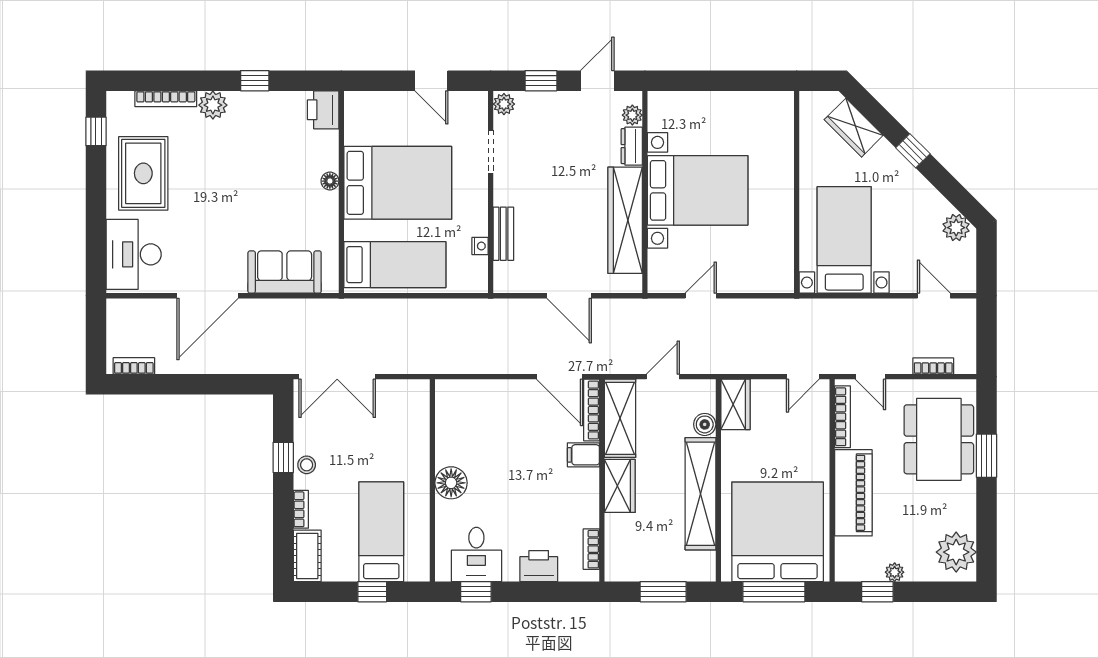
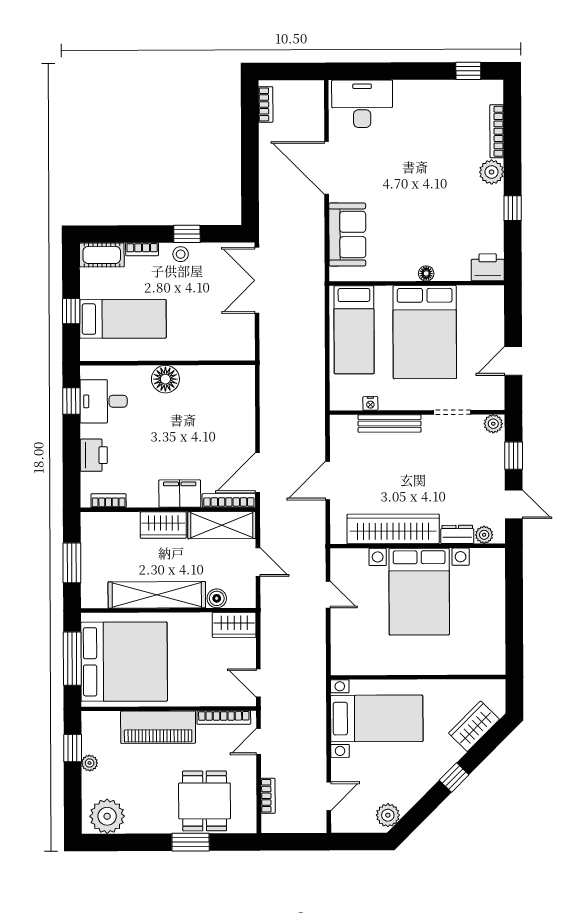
rug: (143, 173) -> (432, 112), removed
bench: (503, 234) -> (390, 424), width x1.36
dining table: (939, 439) -> (205, 801), width x0.73
filing cabinet: (583, 455) -> (180, 494), width x2.00

